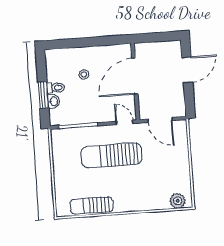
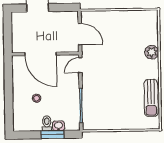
door: (160, 120) -> (80, 34), hinge flipped
sun lounger: (112, 155) -> (108, 78), removed
plant: (178, 201) -> (152, 52), moved

